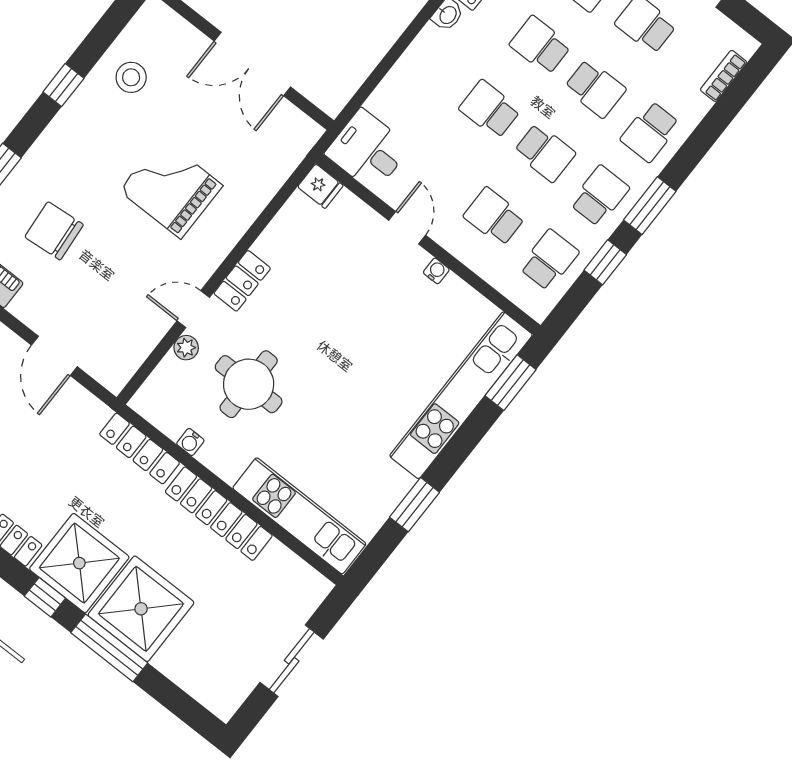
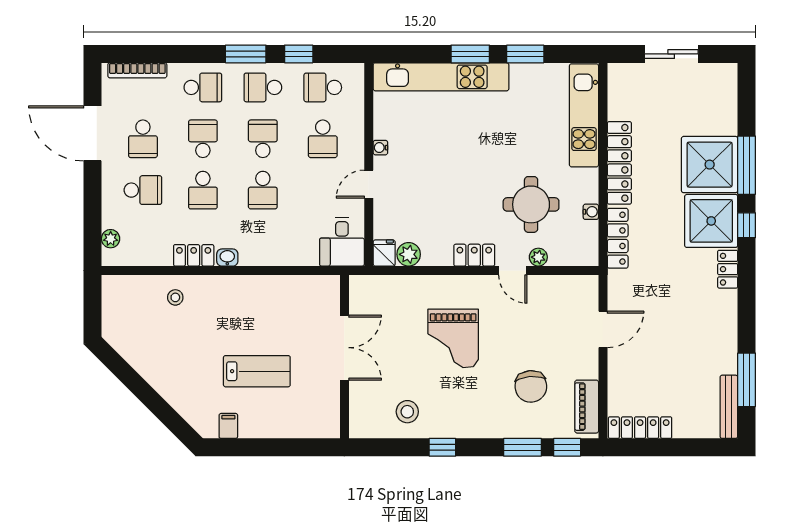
bookcase: (723, 76) -> (137, 70), width x1.56
plant: (298, 211) -> (409, 254), added
window: (510, 383) -> (470, 54), moved

